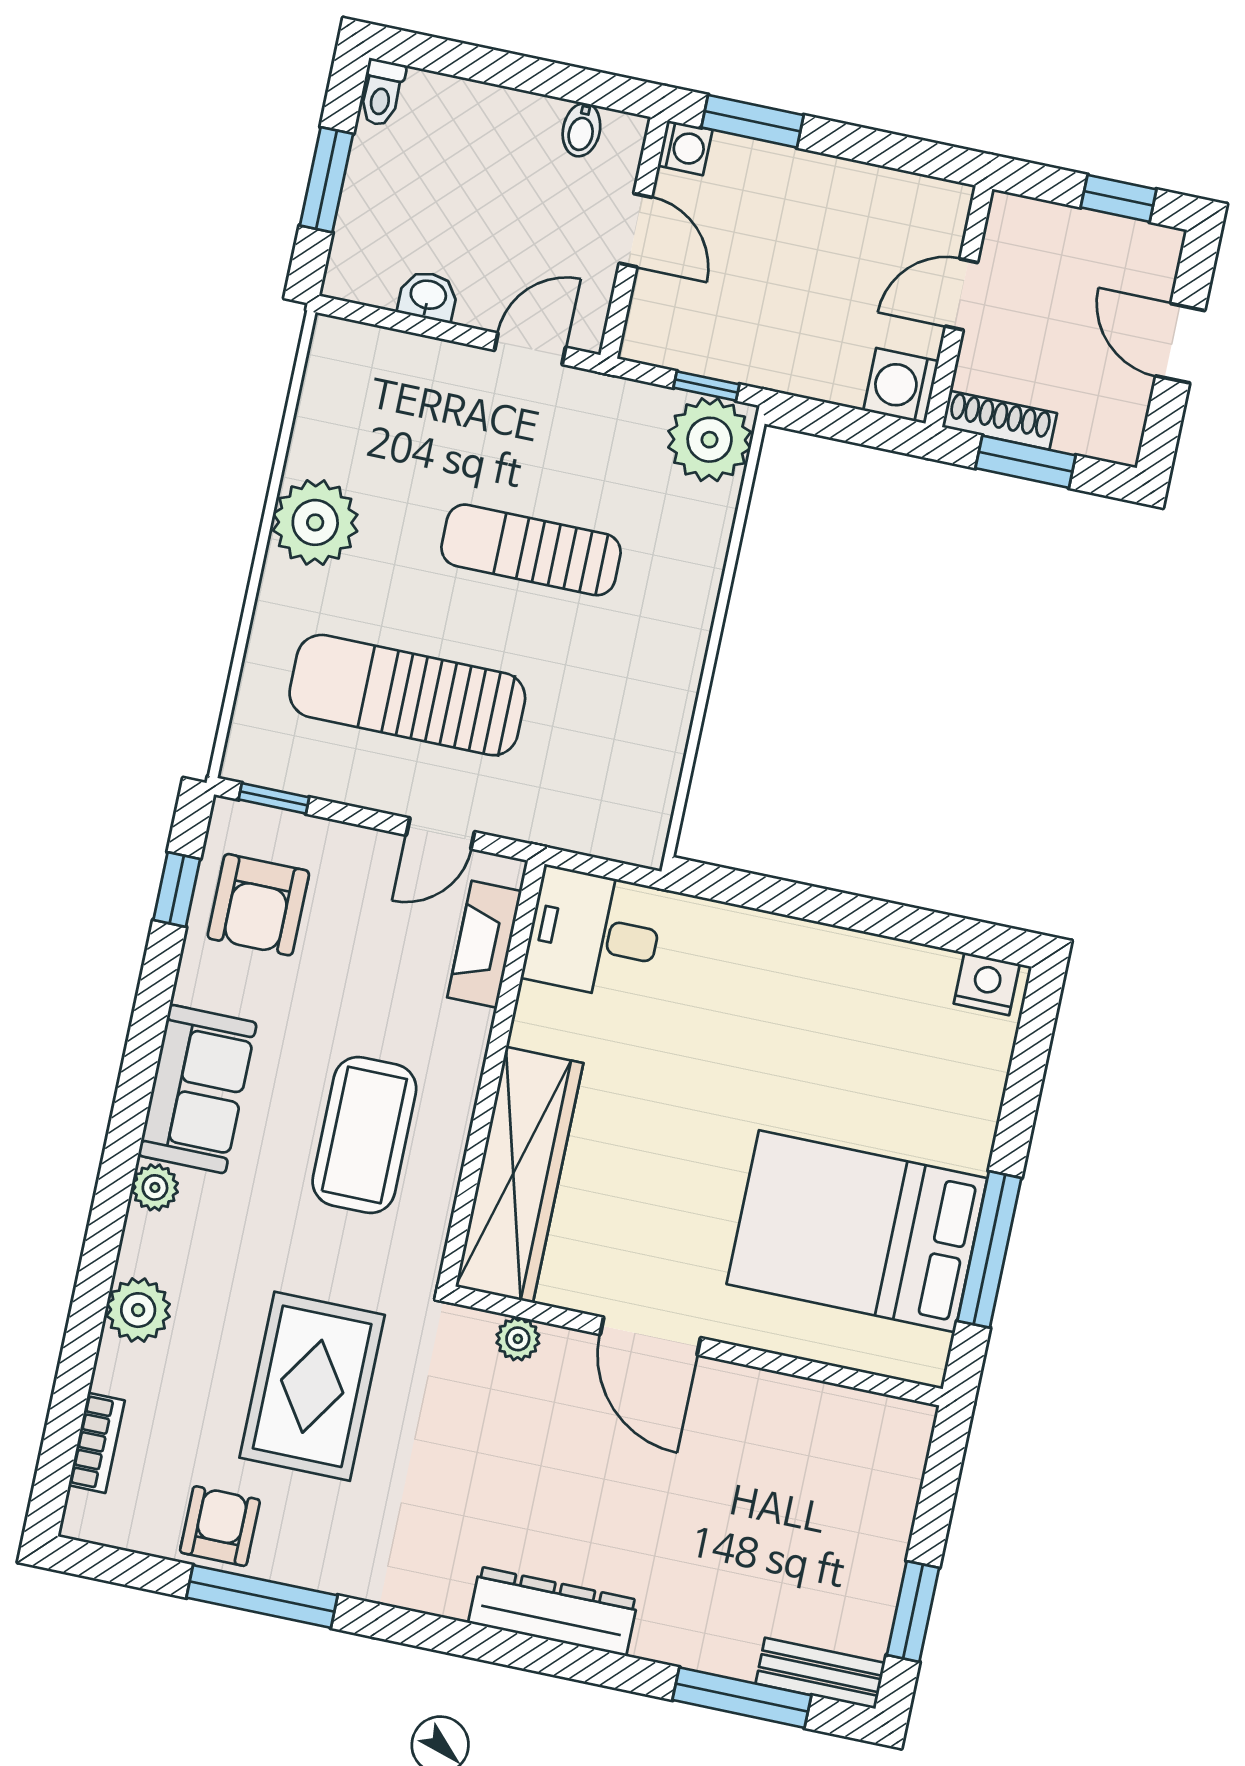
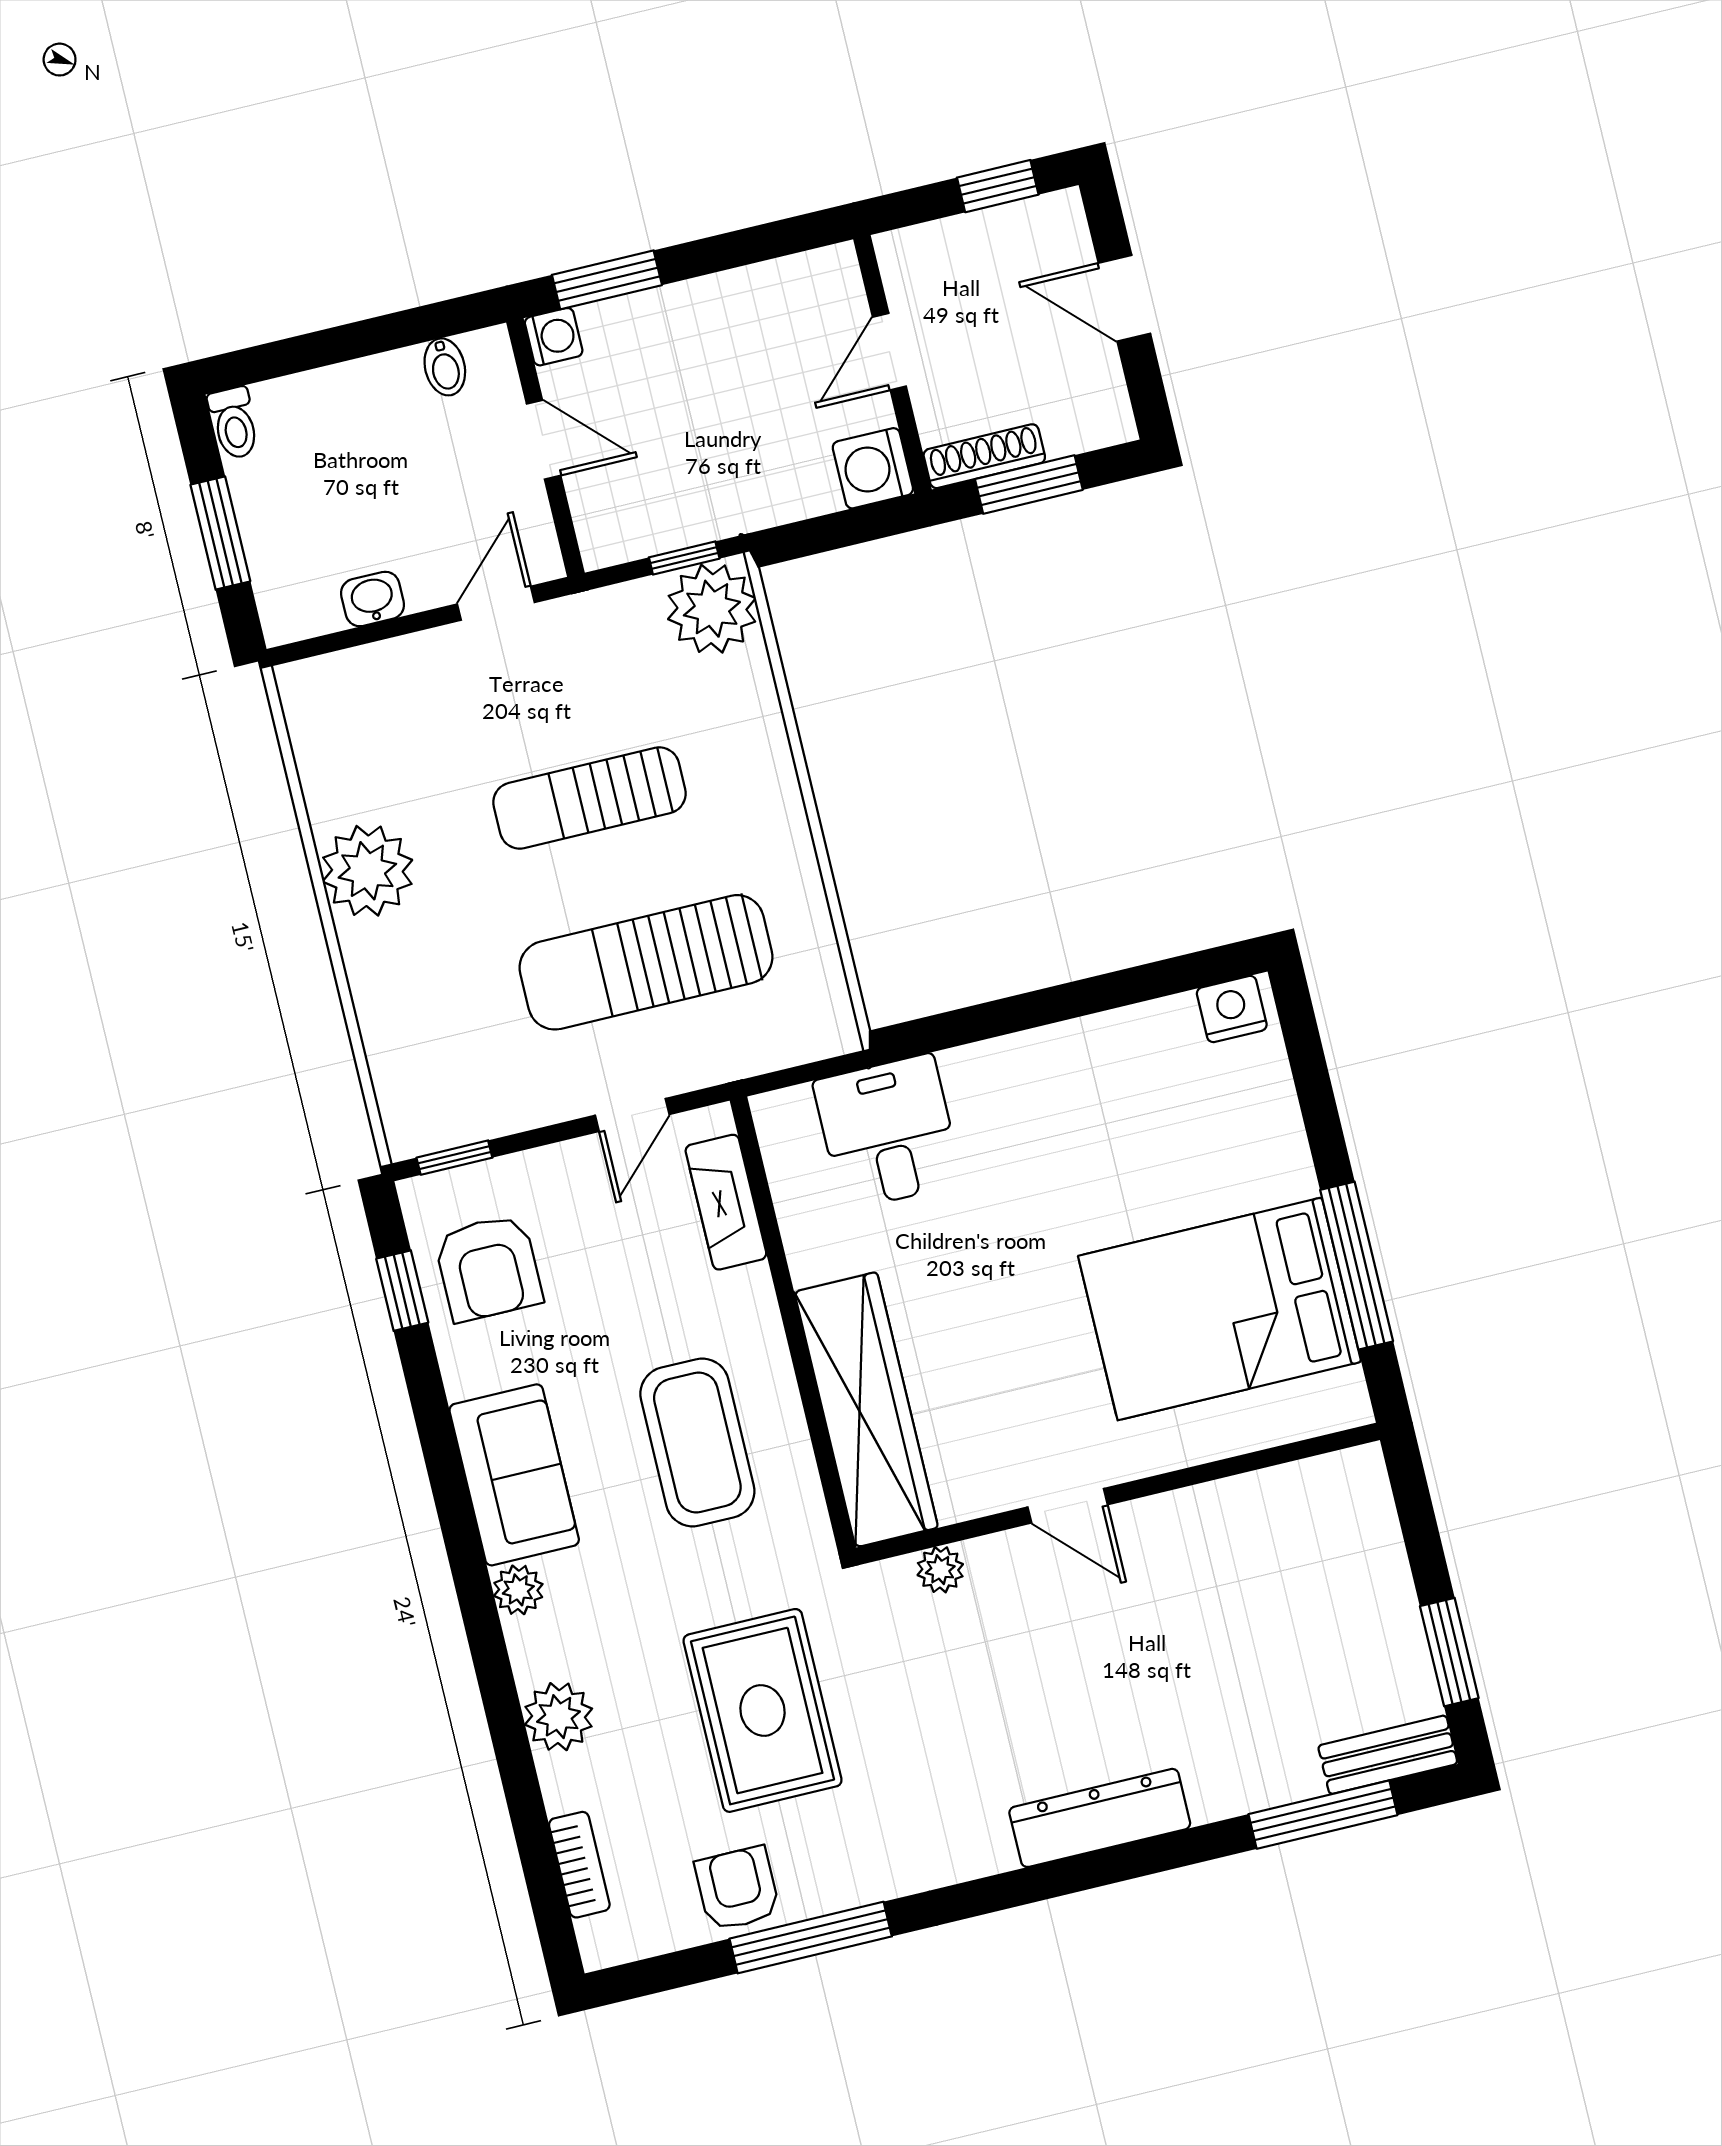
sun lounger: (407, 695) -> (646, 962), moved
desk: (594, 934) -> (888, 1132), moved, turned 90
door: (650, 1336) -> (1068, 1506), width x0.73

